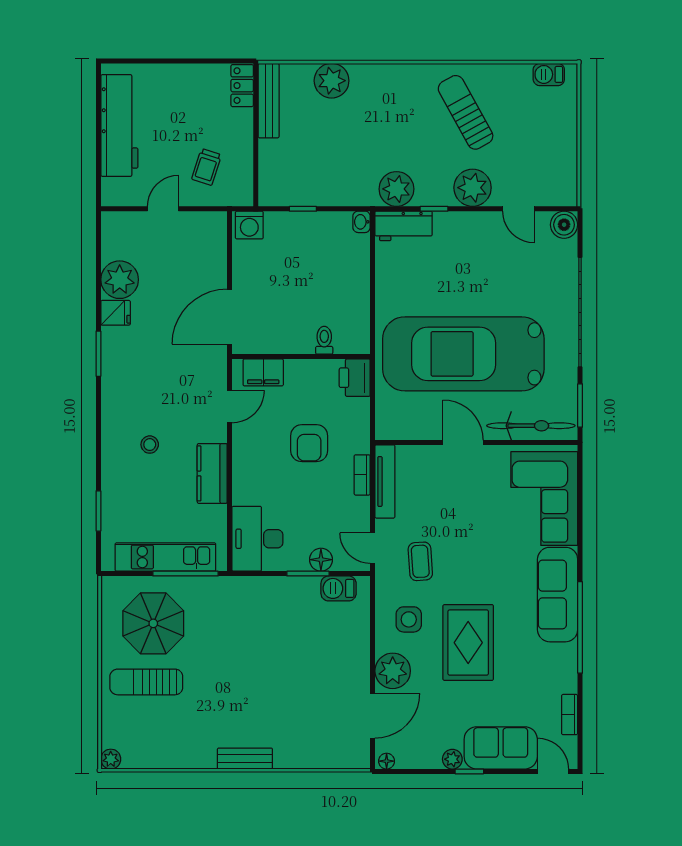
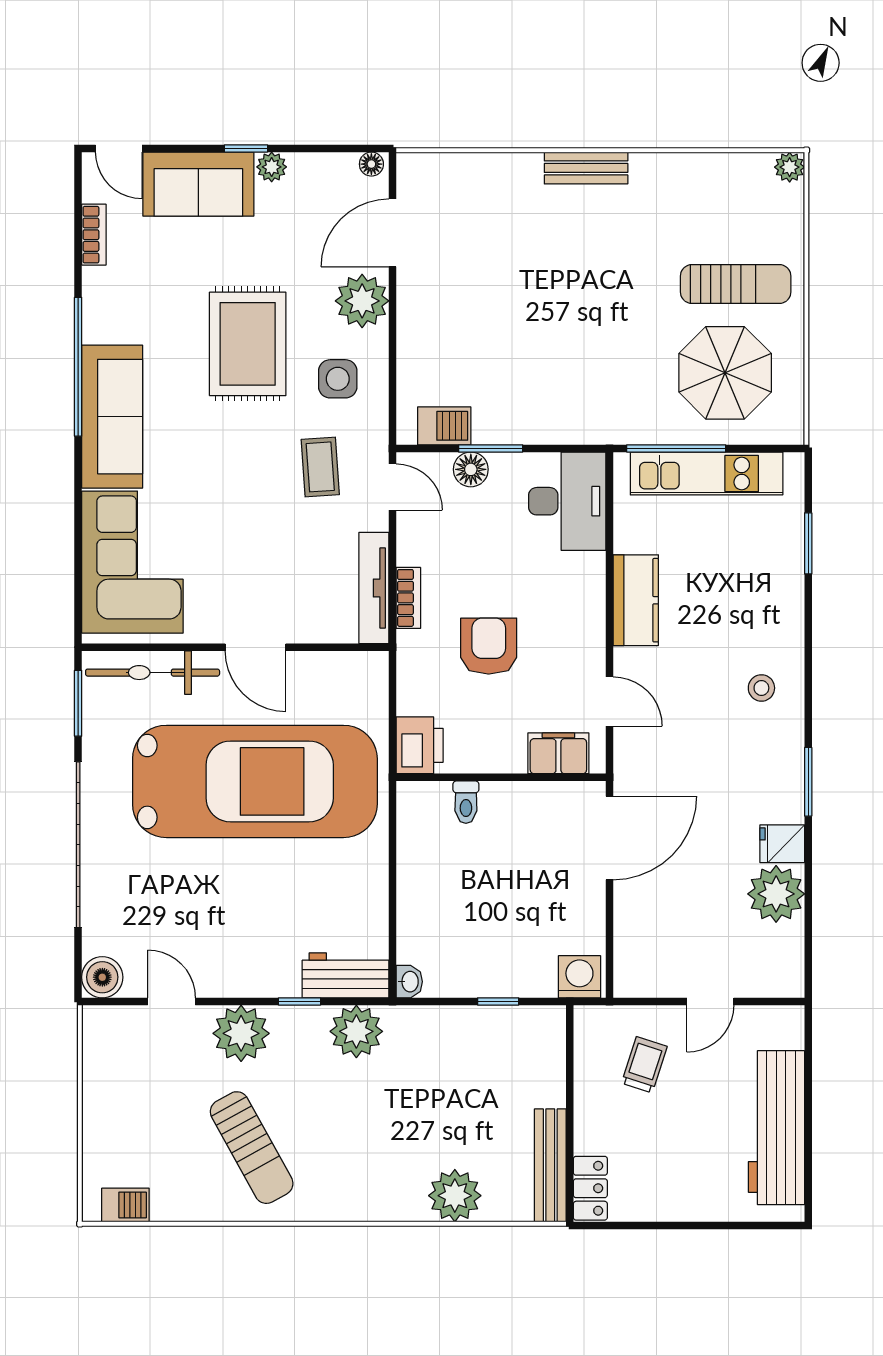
door: (230, 407) -> (609, 702), swing flipped
stool: (150, 445) -> (761, 688), moved

